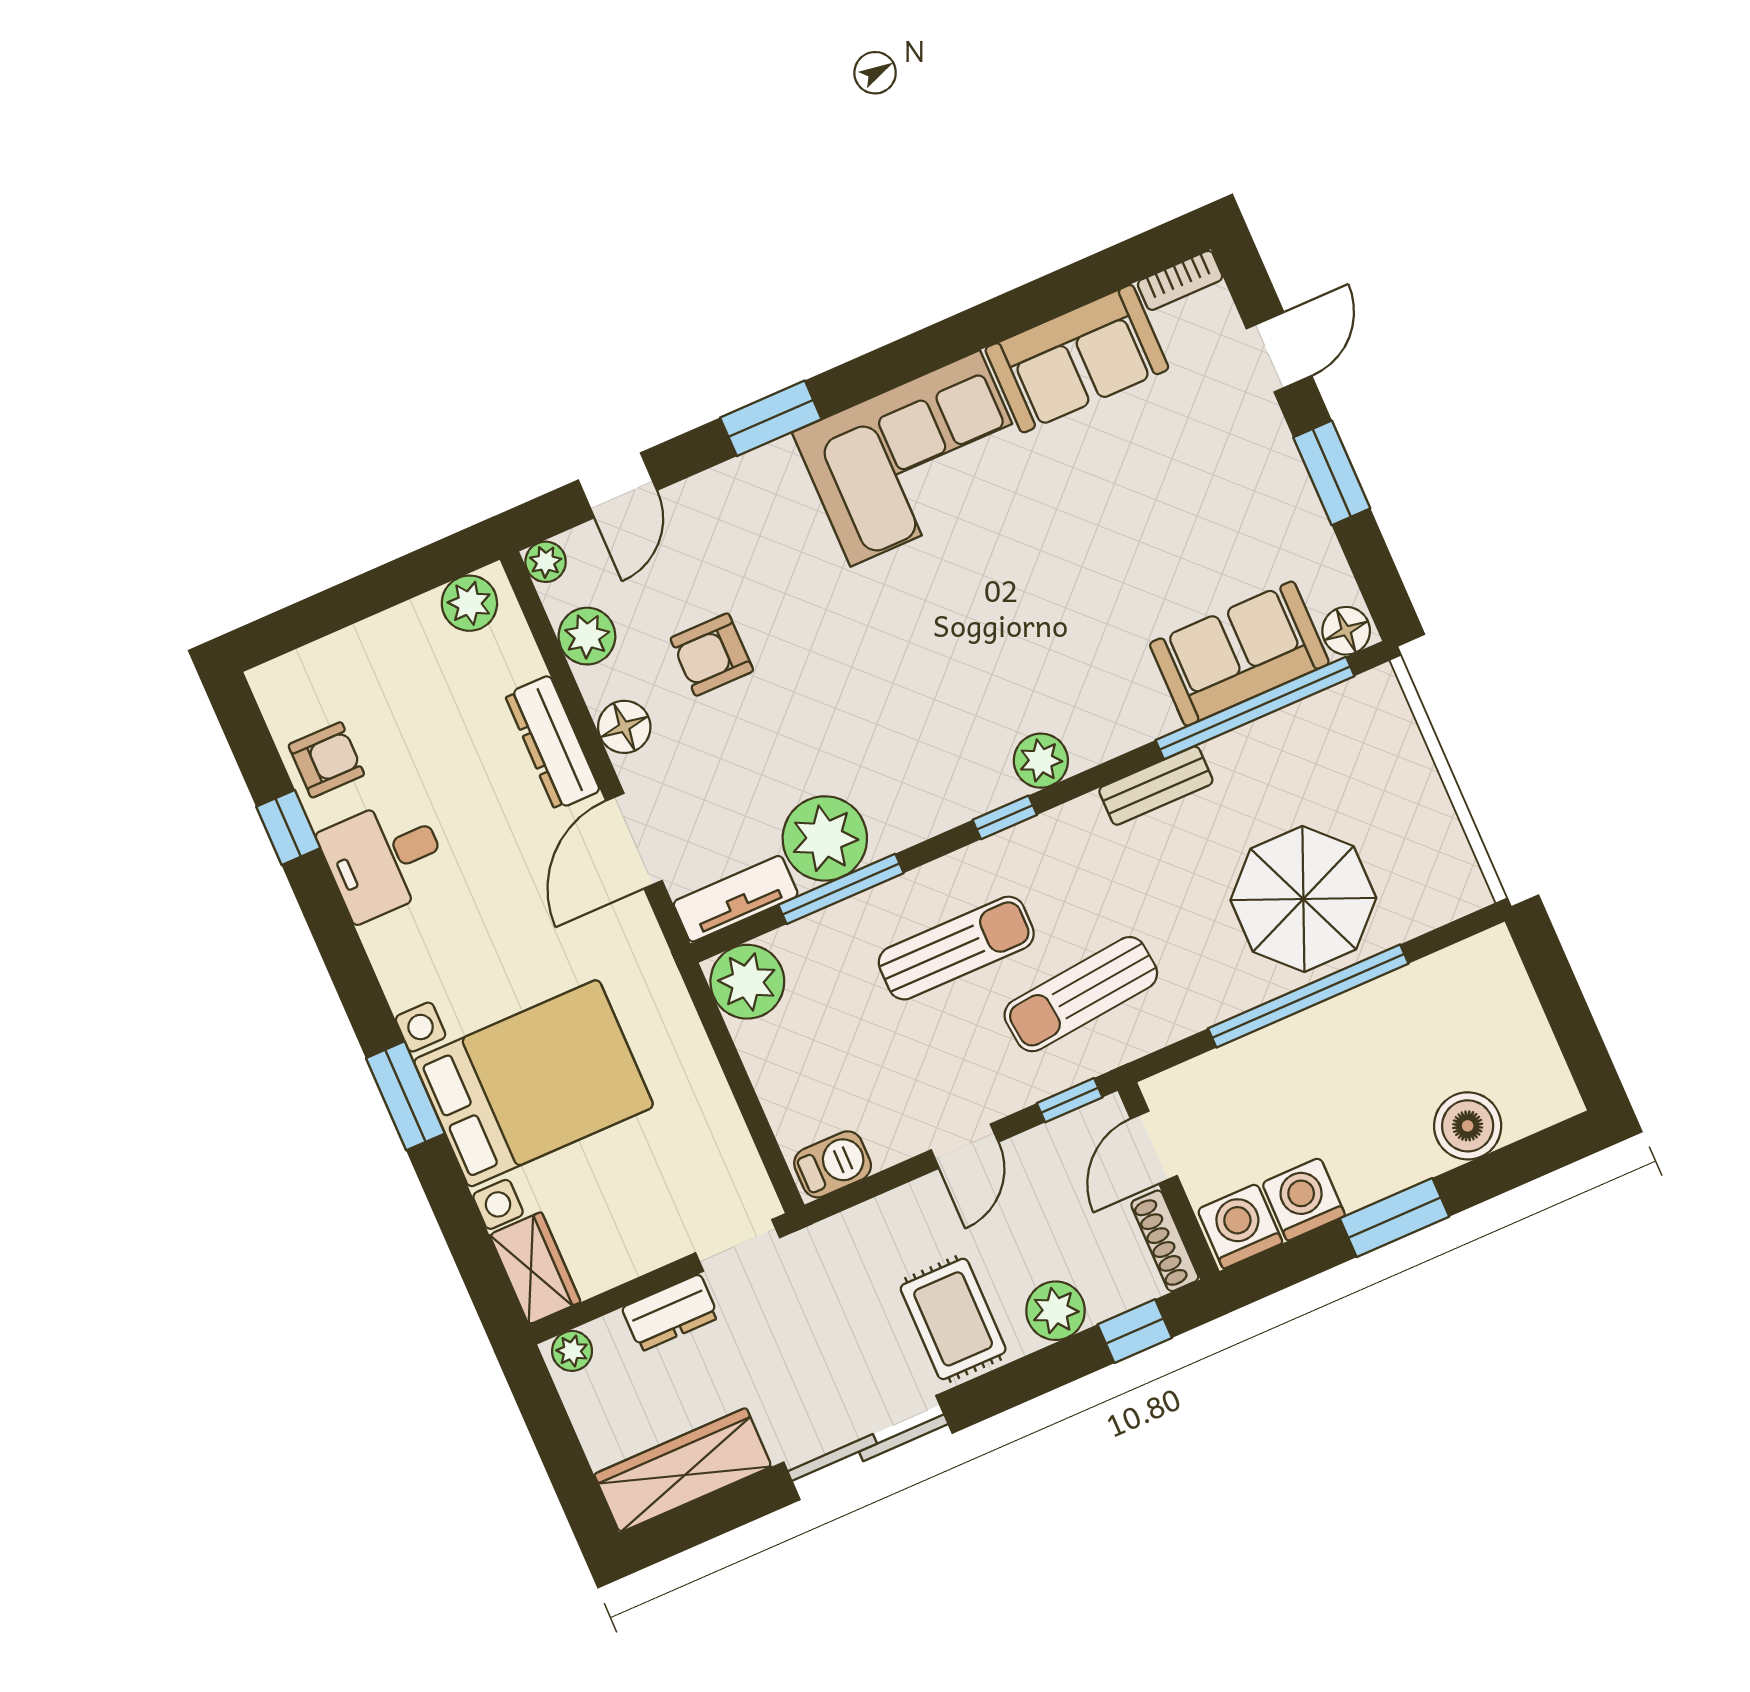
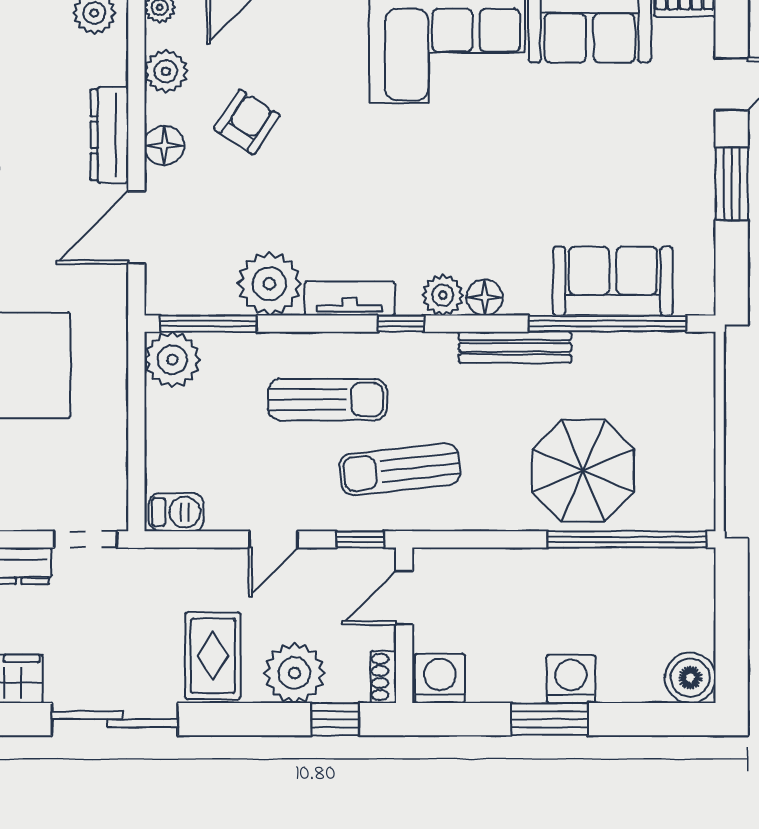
floor lamp: (1346, 631) -> (485, 298), moved
armchair: (712, 655) -> (247, 122), turned 123
bench: (1156, 786) -> (515, 347), width x1.36
window: (841, 889) -> (208, 324), moved
tv unit: (736, 899) -> (350, 298), moved
window: (1308, 996) -> (627, 539), moved
boiler: (1468, 1126) -> (690, 678), moved
washing machine: (1304, 1199) -> (571, 679), moved
shoe rack: (1165, 1241) -> (383, 677), width x0.70
plant: (1056, 1311) -> (294, 673), width x1.36, depth x1.36

